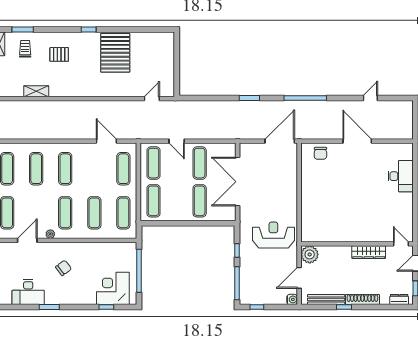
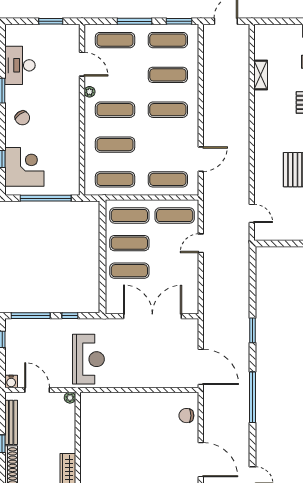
door: (357, 141) -> (201, 460), hinge flipped
exercise mat: (200, 163) -> (129, 243), moved
plant: (310, 254) -> (70, 398), width x0.53, depth x0.53
chair: (64, 268) -> (22, 118), moved

